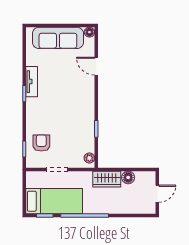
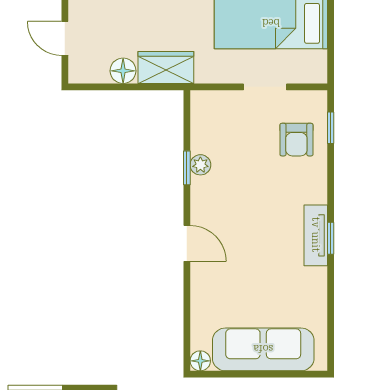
door: (96, 66) -> (187, 243), moved
tv unit: (32, 82) -> (316, 235), moved
plant: (89, 158) -> (200, 165), moved
door: (157, 194) -> (65, 39), hinge flipped

